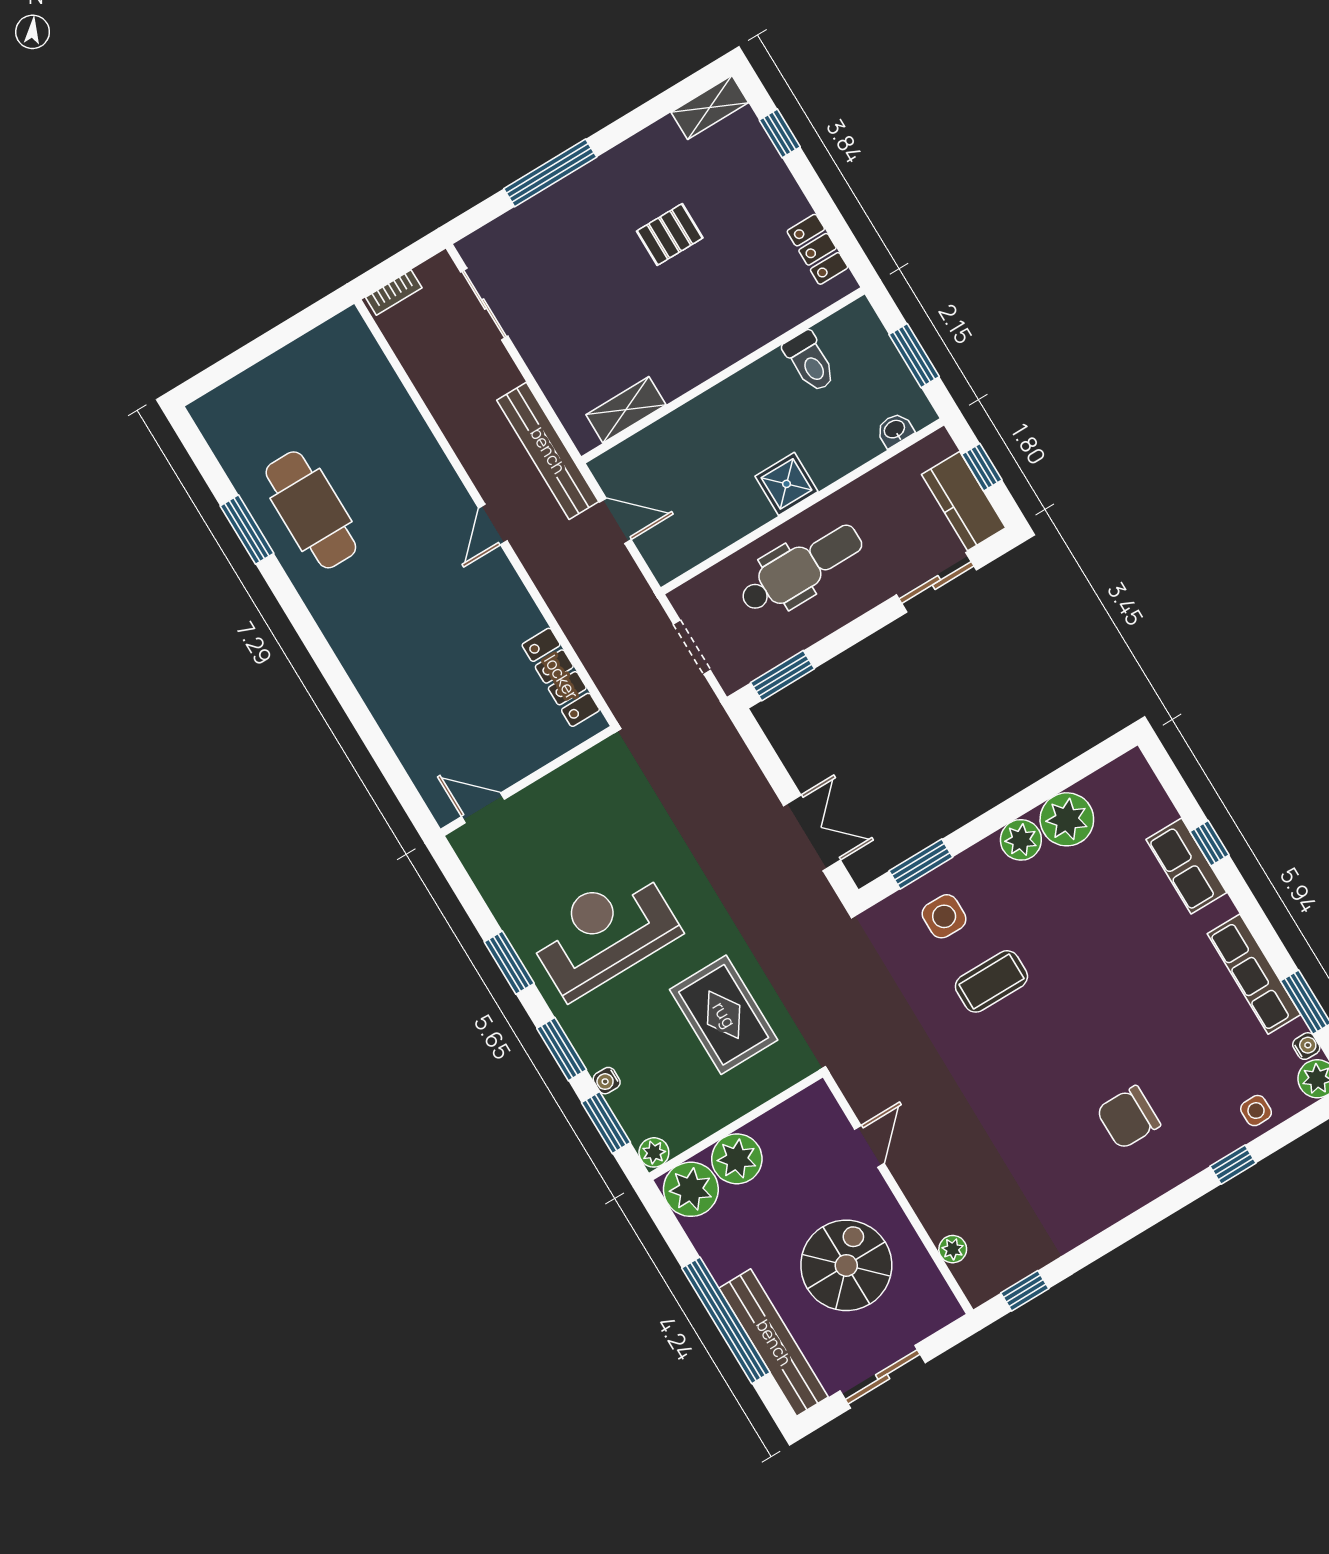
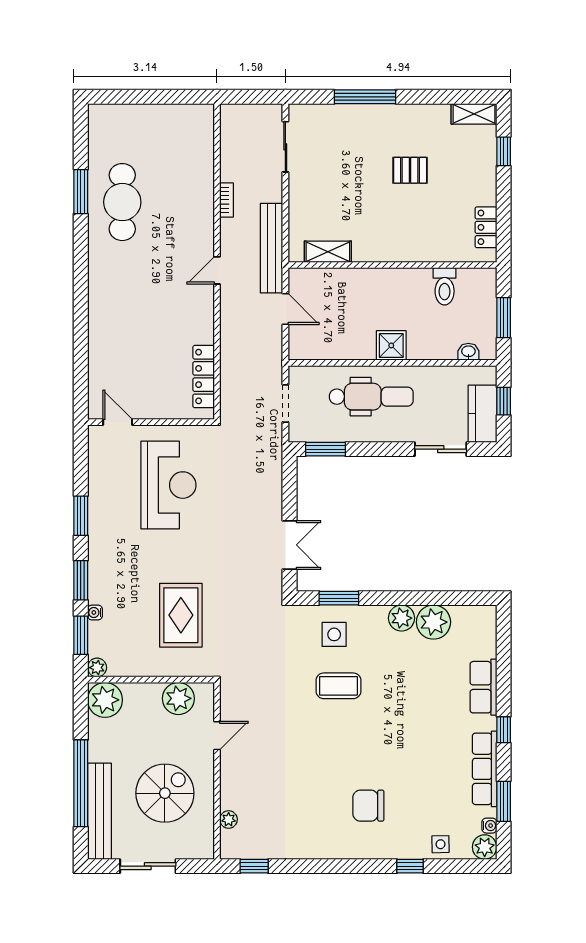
bookcase: (394, 292) -> (227, 200), moved, turned -90
window: (1210, 843) -> (504, 730), moved
reception desk: (604, 932) -> (168, 485), moved, turned 90
plant: (737, 1159) -> (178, 698), moved

